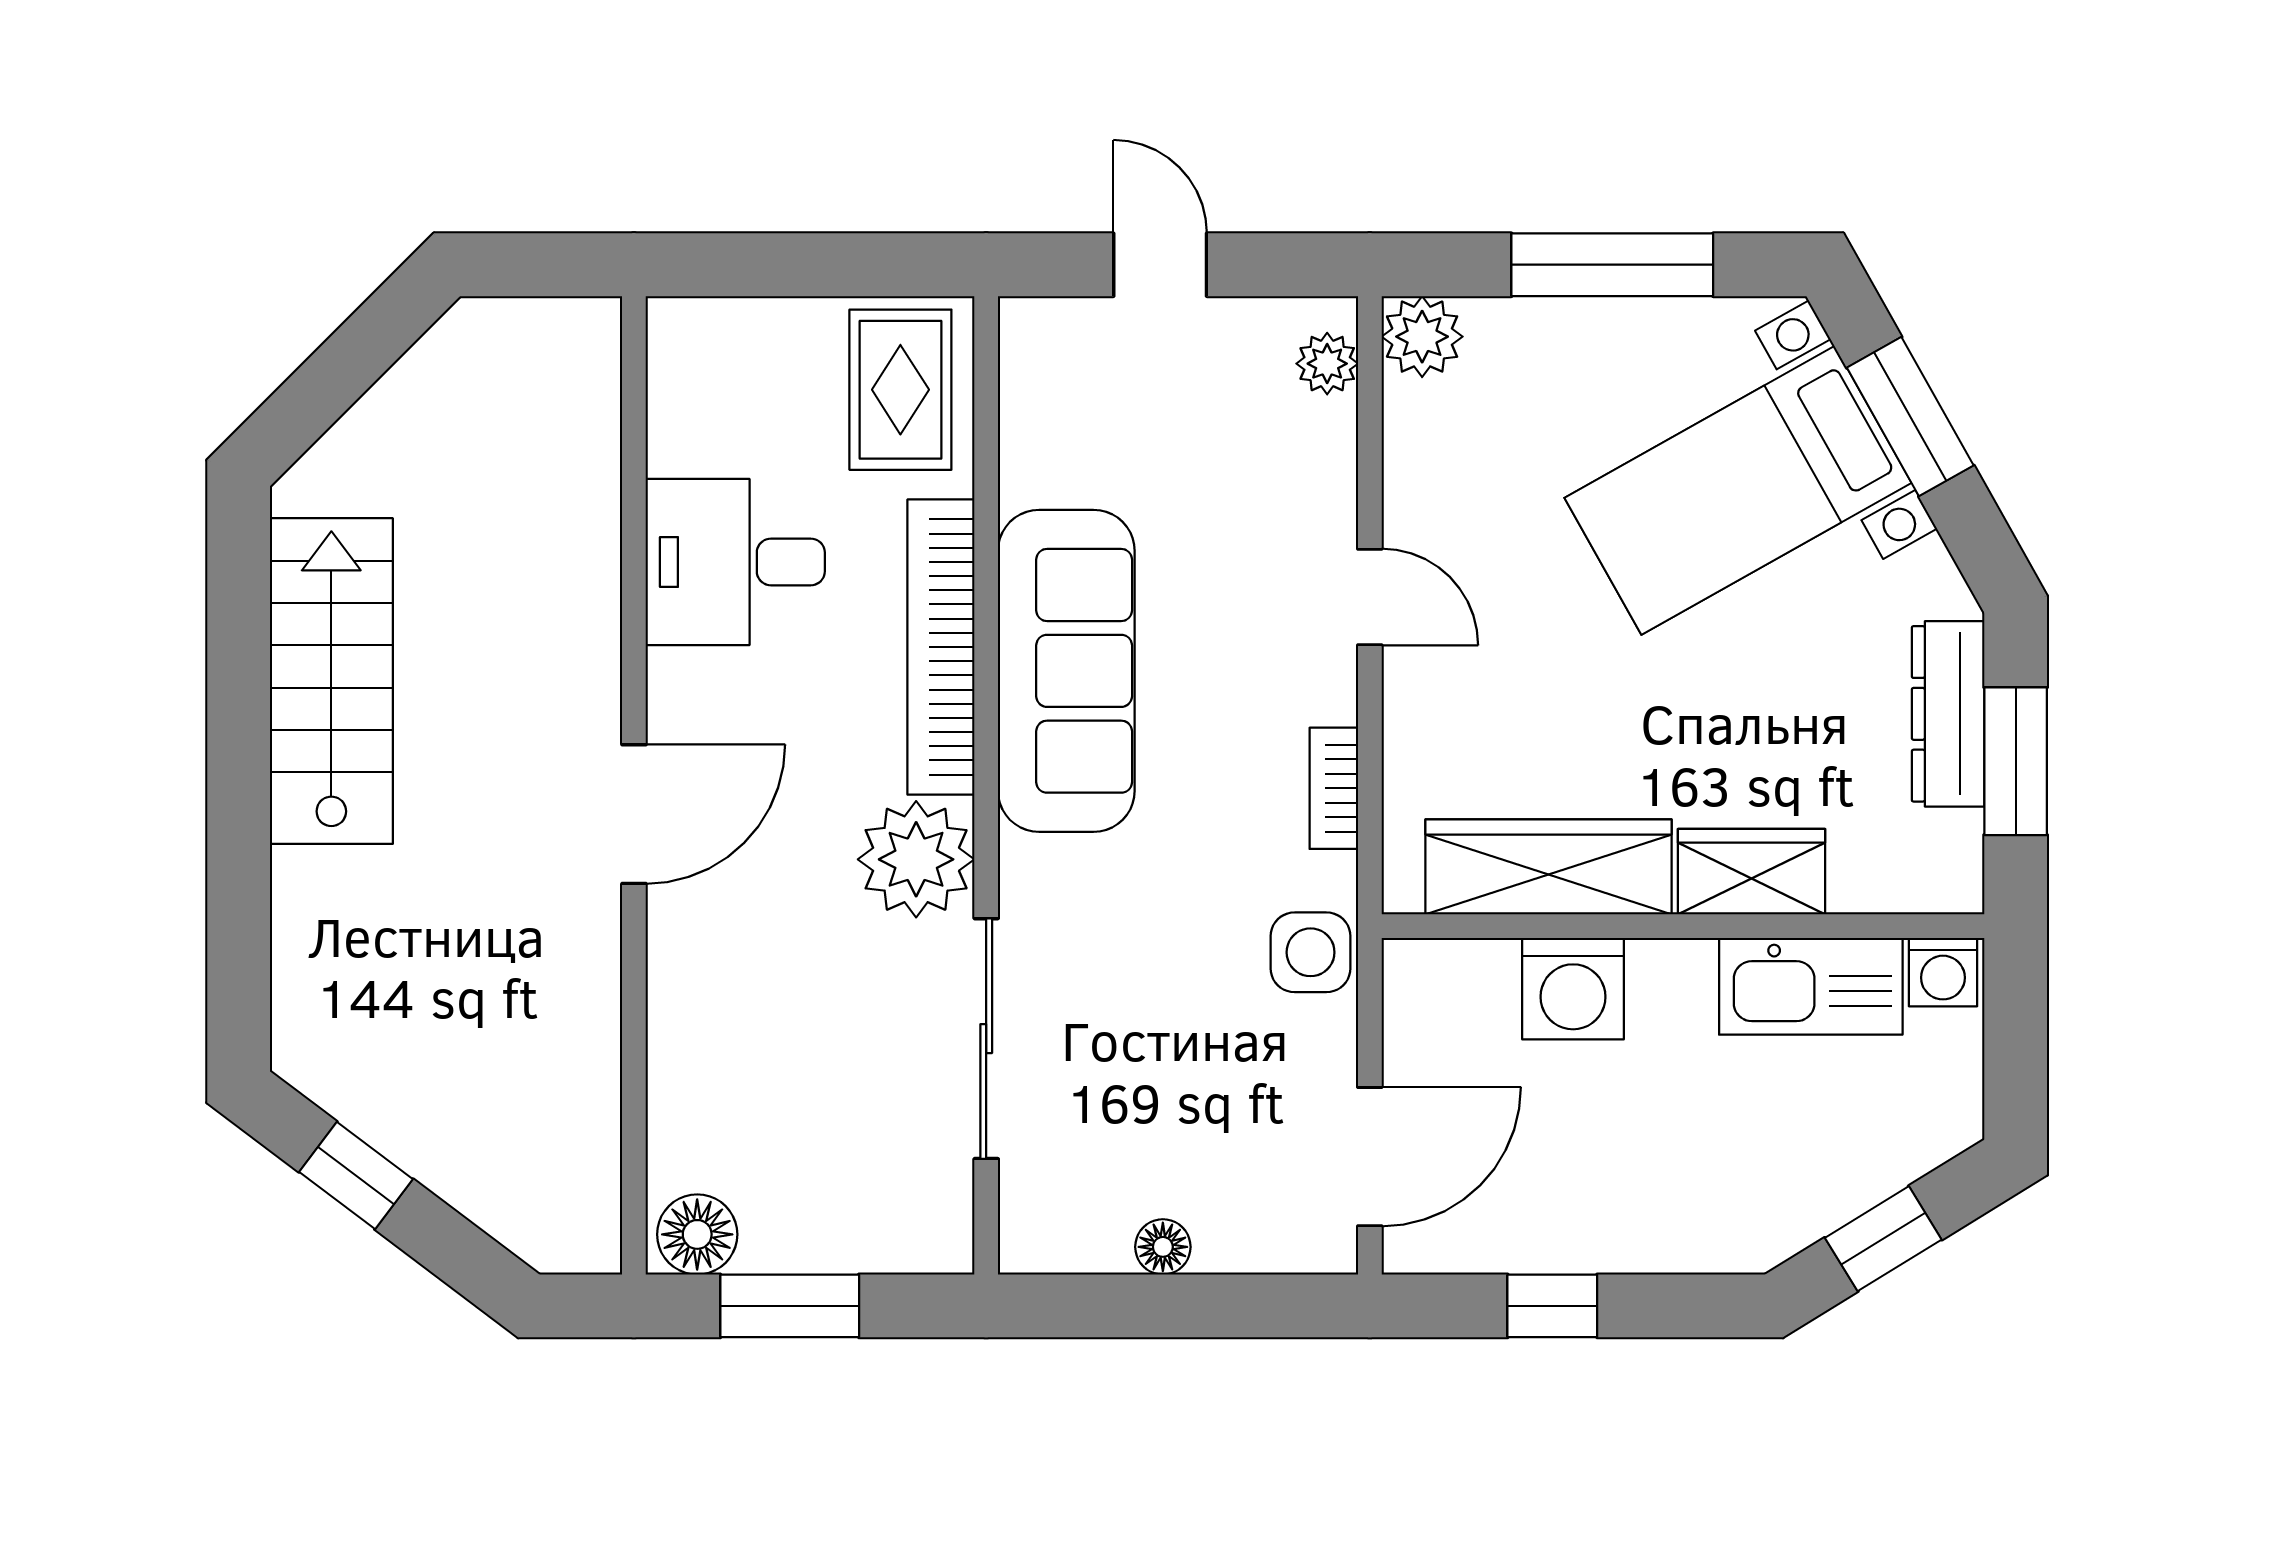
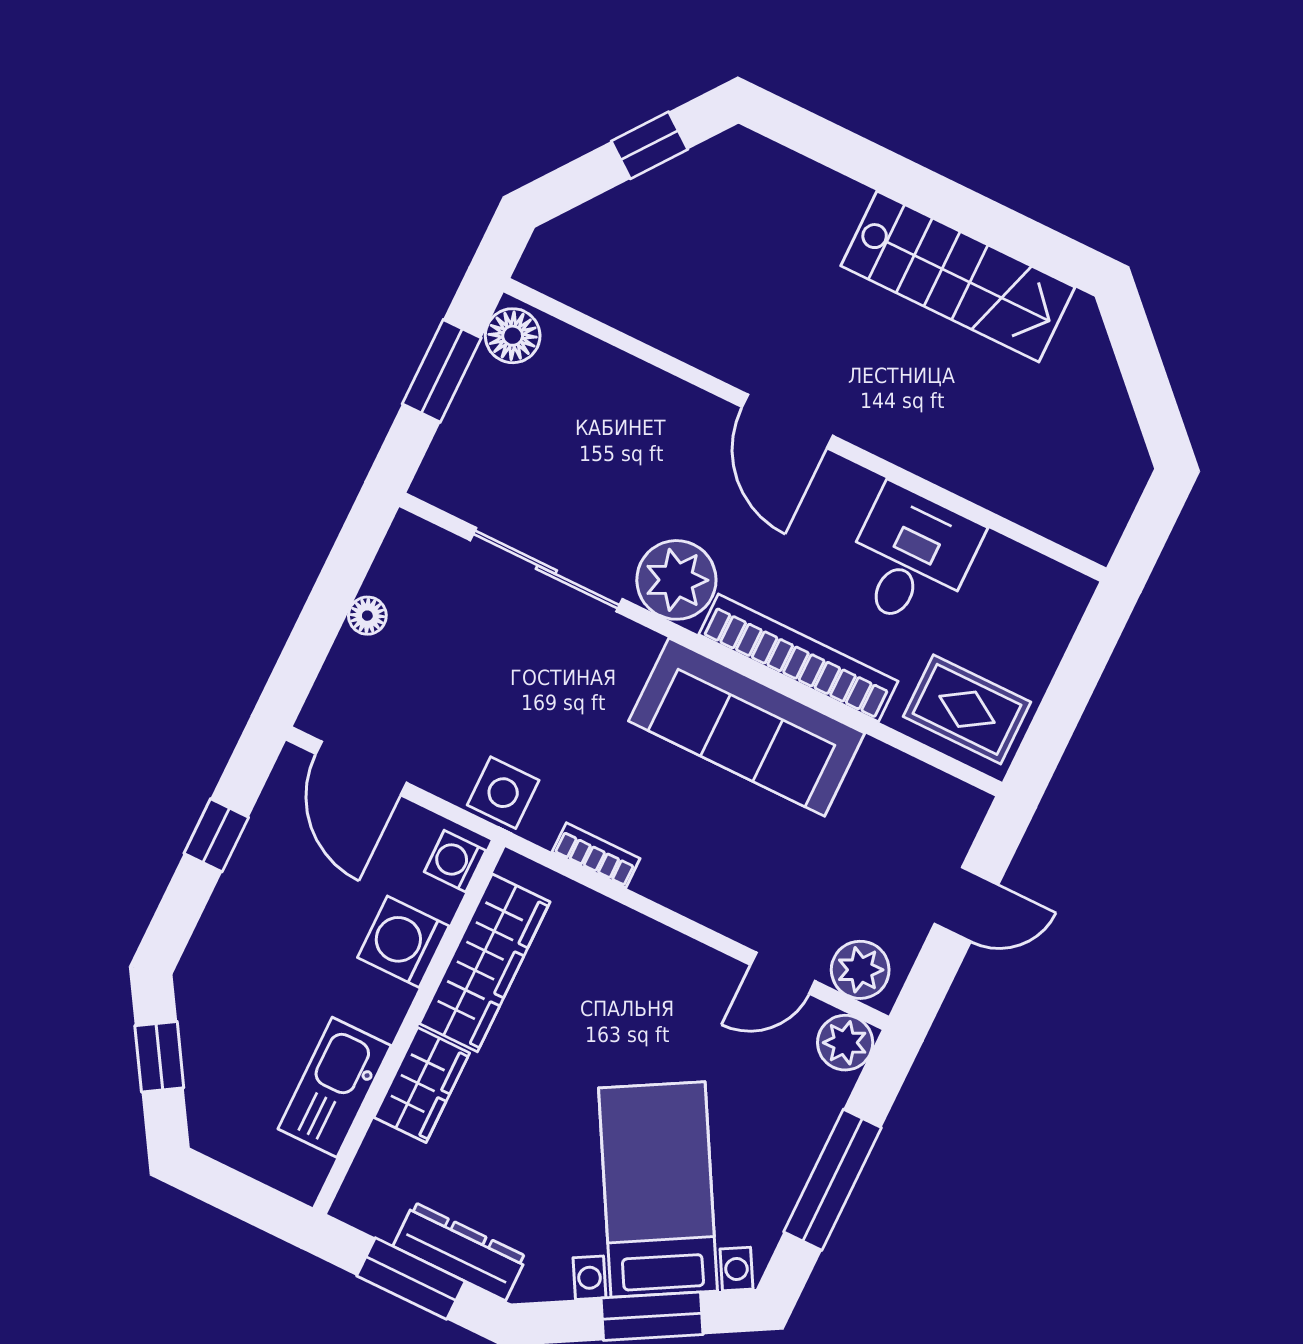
plant: (1327, 364) -> (860, 970), width x1.38, depth x1.38
door: (1370, 597) -> (783, 973), moved
washing machine: (1943, 972) -> (455, 861), moved

